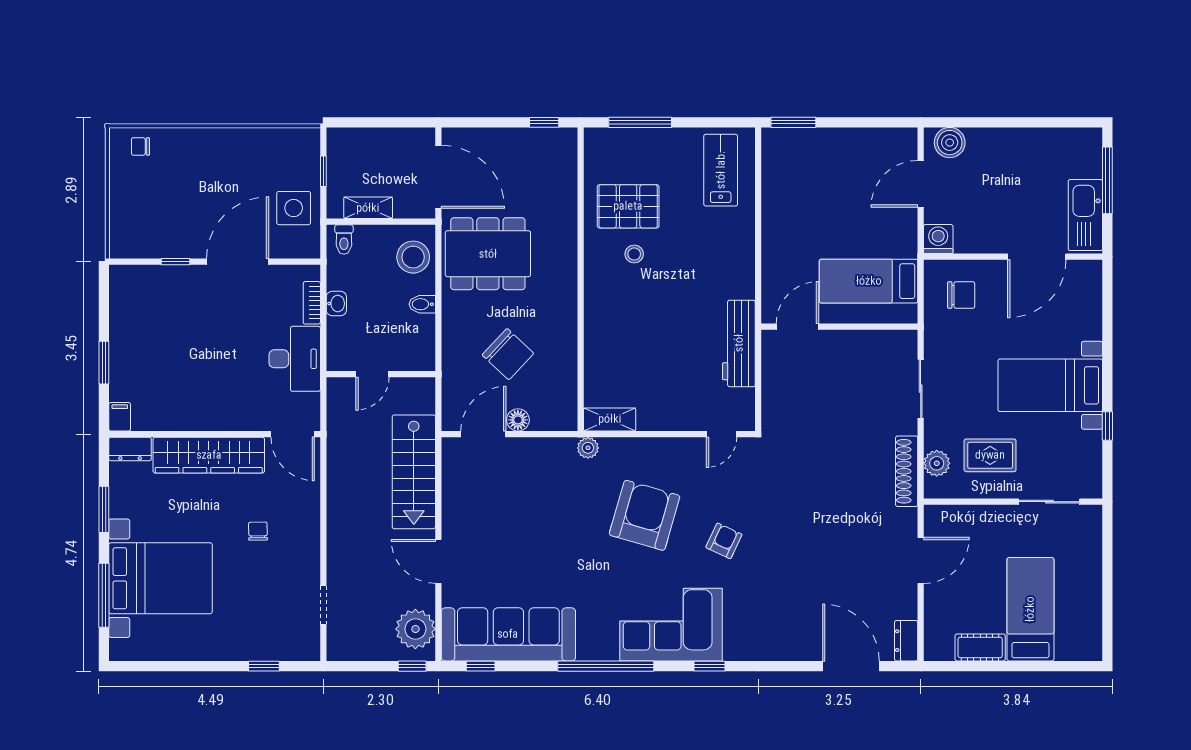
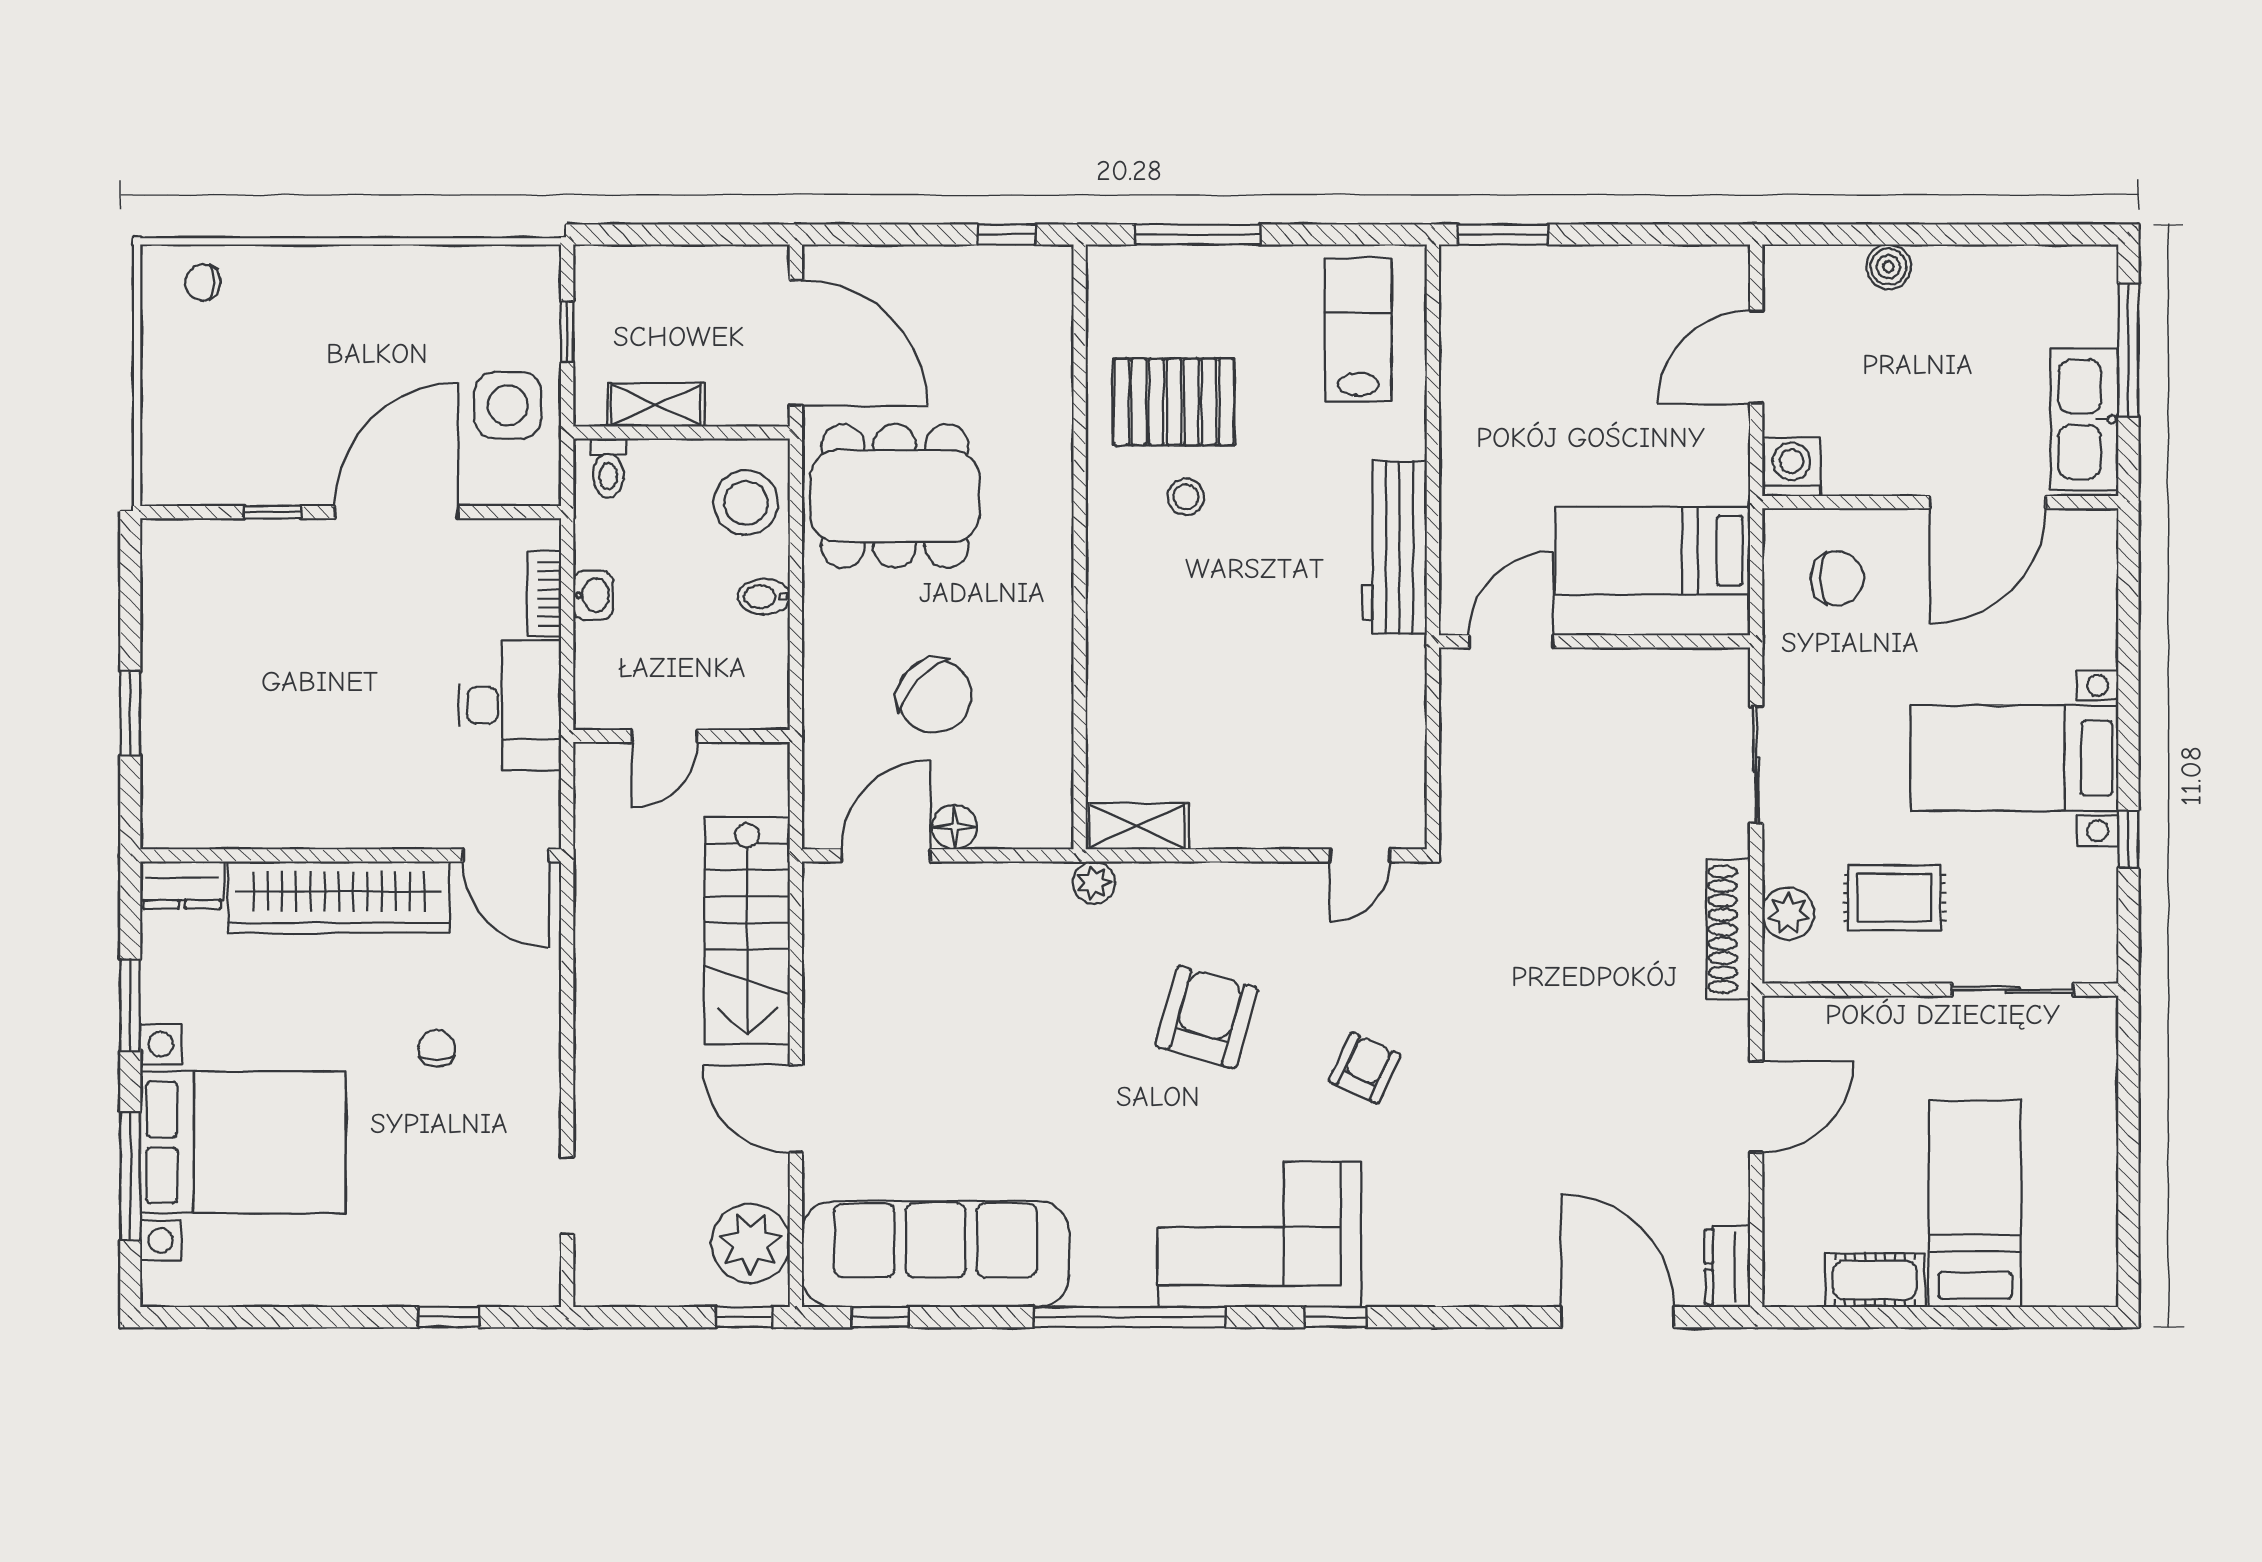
boiler: (950, 143) -> (1889, 267), moved, width x0.73, depth x0.73
workbench: (739, 343) -> (1394, 547), moved
filing cabinet: (120, 417) -> (162, 821), removed
armchair: (645, 515) -> (1207, 1017), width x0.73, depth x0.73

